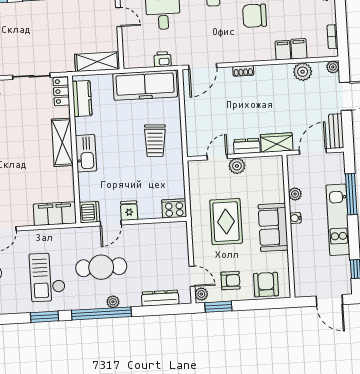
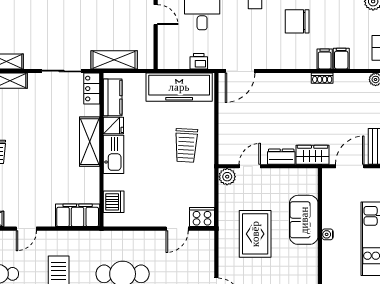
shelving: (97, 62) -> (114, 60), moved
shoe rack: (243, 71) -> (322, 78), moved
plant: (303, 72) -> (344, 83), removed
plant: (237, 166) -> (227, 177), moved
plant: (295, 194) -> (329, 209), removed
fridge: (129, 211) -> (113, 125), moved, turned 90
dishwasher: (89, 212) -> (114, 202), moved
door: (111, 223) -> (177, 229), moved
sofa: (273, 227) -> (304, 220), moved

